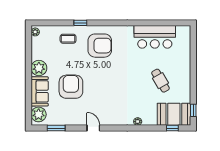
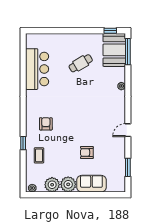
armchair: (100, 46) -> (46, 124), width x0.53, depth x0.53
armchair: (71, 87) -> (87, 152), width x0.53, depth x0.53
plant: (39, 114) -> (52, 185), moved
window: (172, 128) -> (128, 52), width x2.17

